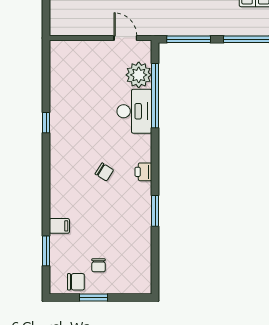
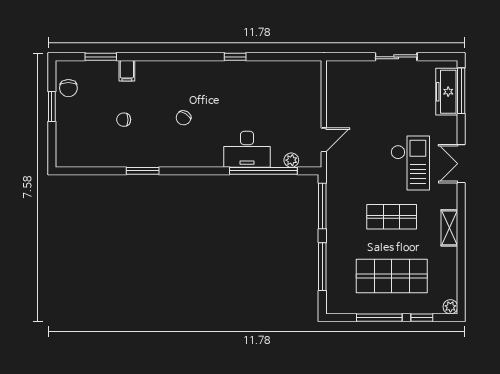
plant: (139, 75) -> (291, 160), width x0.53, depth x0.53
printer: (143, 172) -> (184, 159), removed
chair: (99, 265) -> (124, 120), moved

